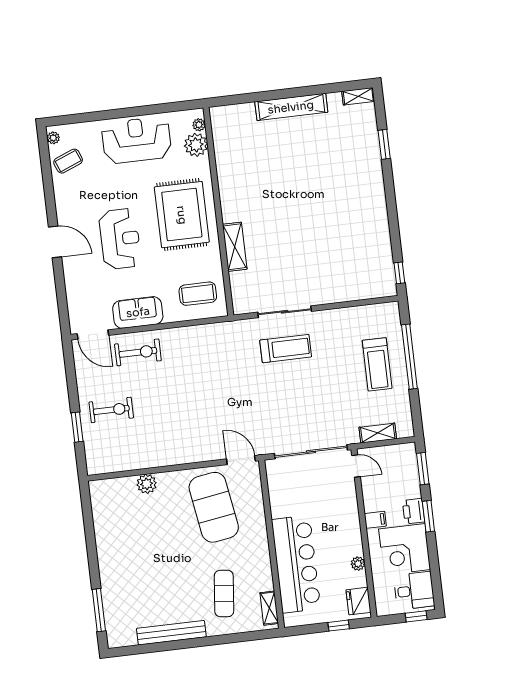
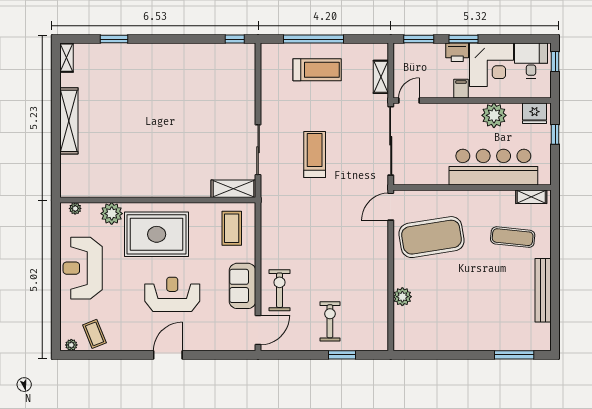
plant: (196, 145) -> (112, 214), moved
shelving: (235, 247) -> (233, 189), moved
treadmill: (286, 349) -> (315, 155), moved
plant: (358, 564) -> (494, 115), width x1.87, depth x1.87

